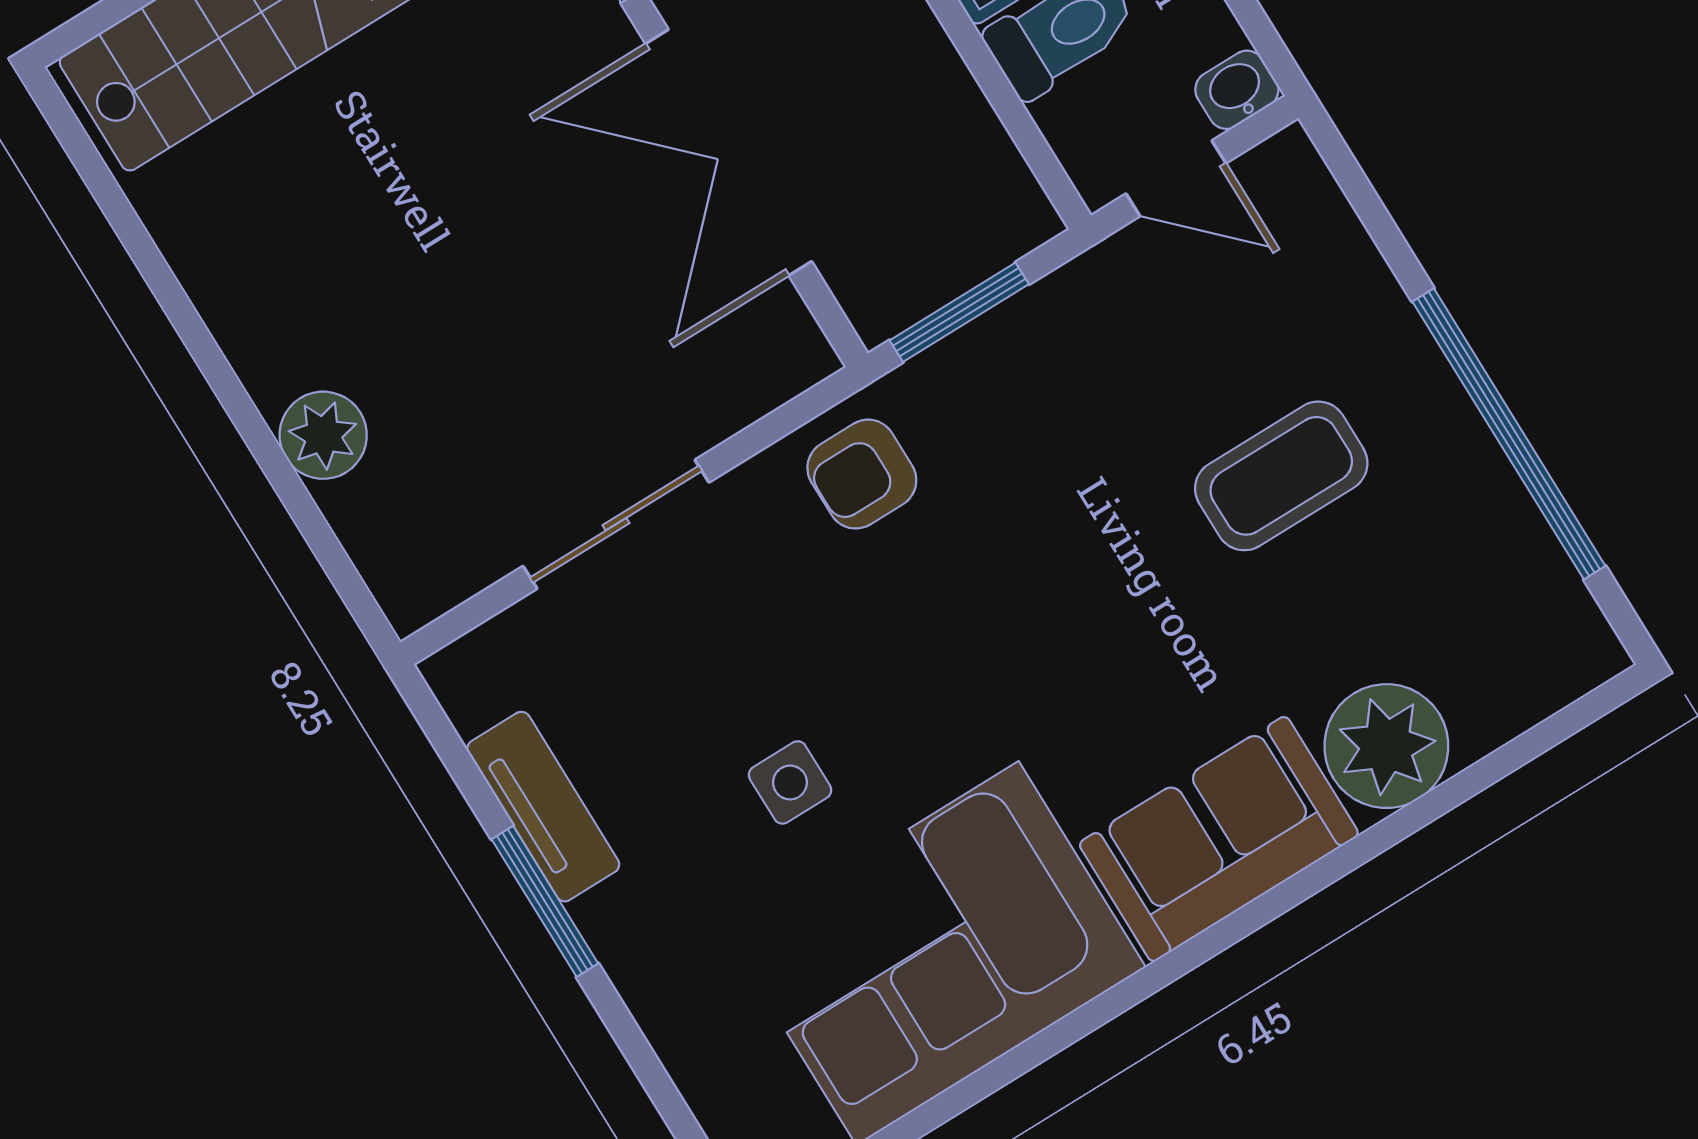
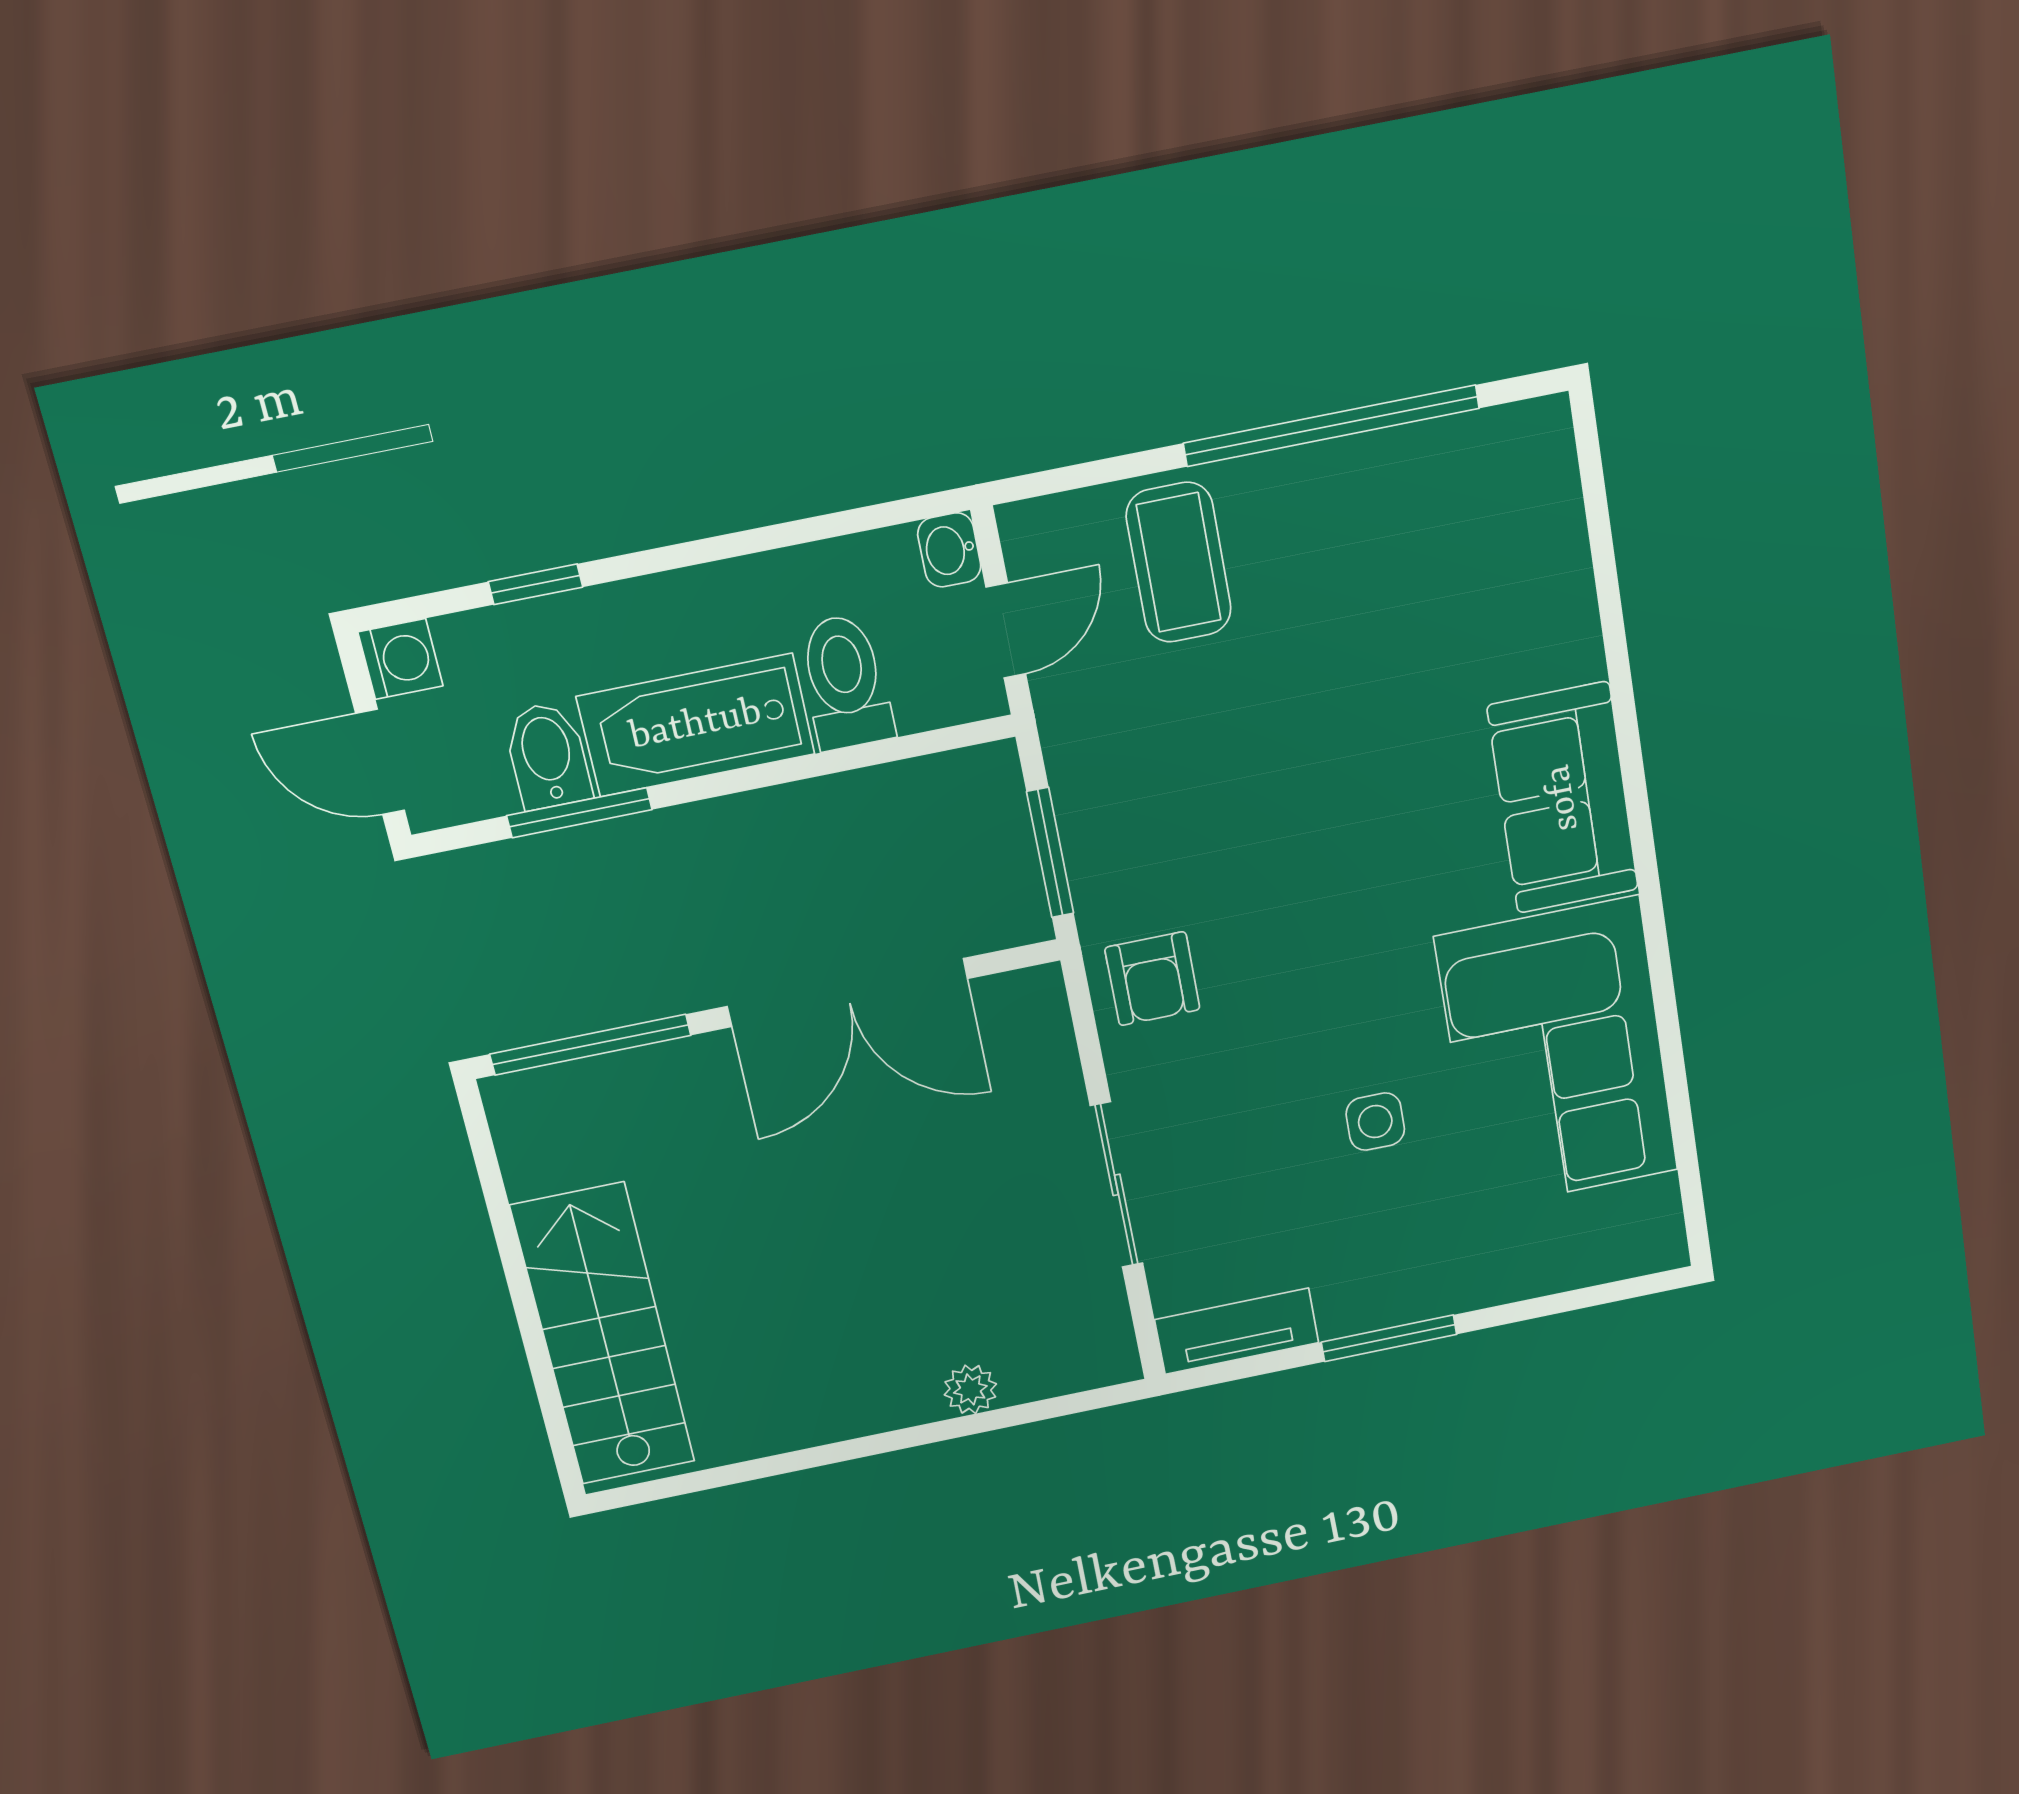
plant: (323, 435) -> (970, 1389), width x0.73, depth x0.73
coffee table: (1281, 476) -> (1179, 563), moved
plant: (1386, 746) -> (1547, 631), removed
tv unit: (543, 807) -> (1237, 1331), moved

